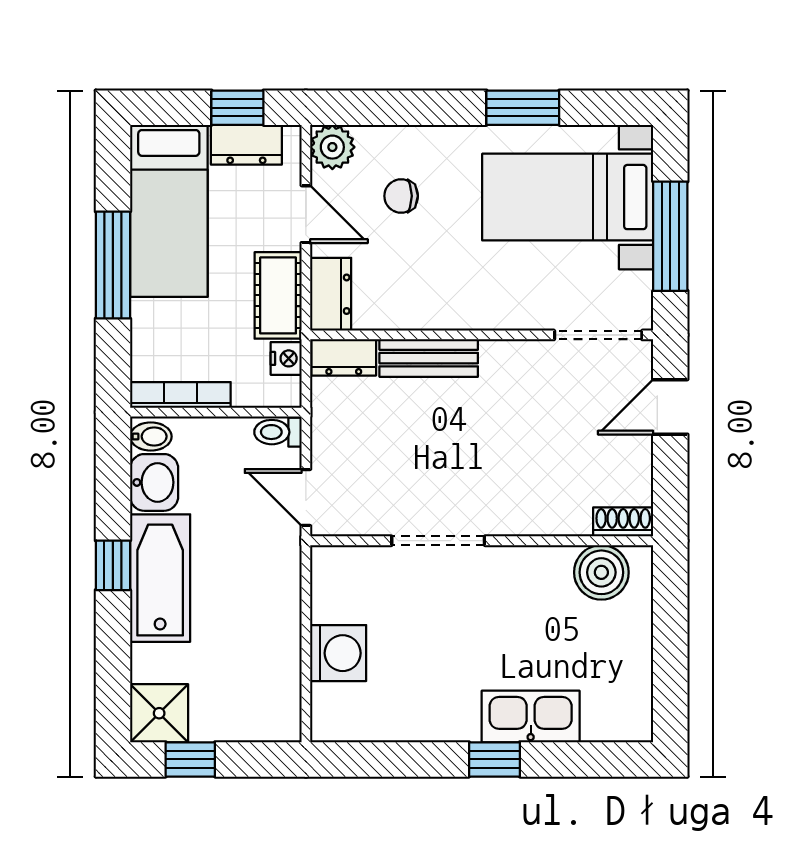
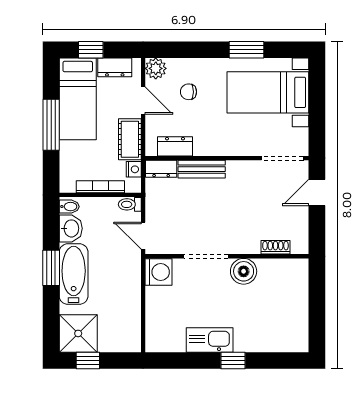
window: (237, 108) -> (91, 50), moved
window: (670, 236) -> (317, 111), removed
dresser: (331, 294) -> (175, 146), moved, turned -90
bookcase: (180, 395) -> (100, 187), moved
shoe rack: (623, 522) -> (275, 247), moved
window: (113, 565) -> (51, 268), width x1.50
boiler: (601, 572) -> (244, 271), moved
washing machine: (338, 653) -> (158, 272), moved
shower: (159, 713) -> (78, 333), width x1.36, depth x1.36
kitchen sink: (531, 716) -> (210, 340), moved

